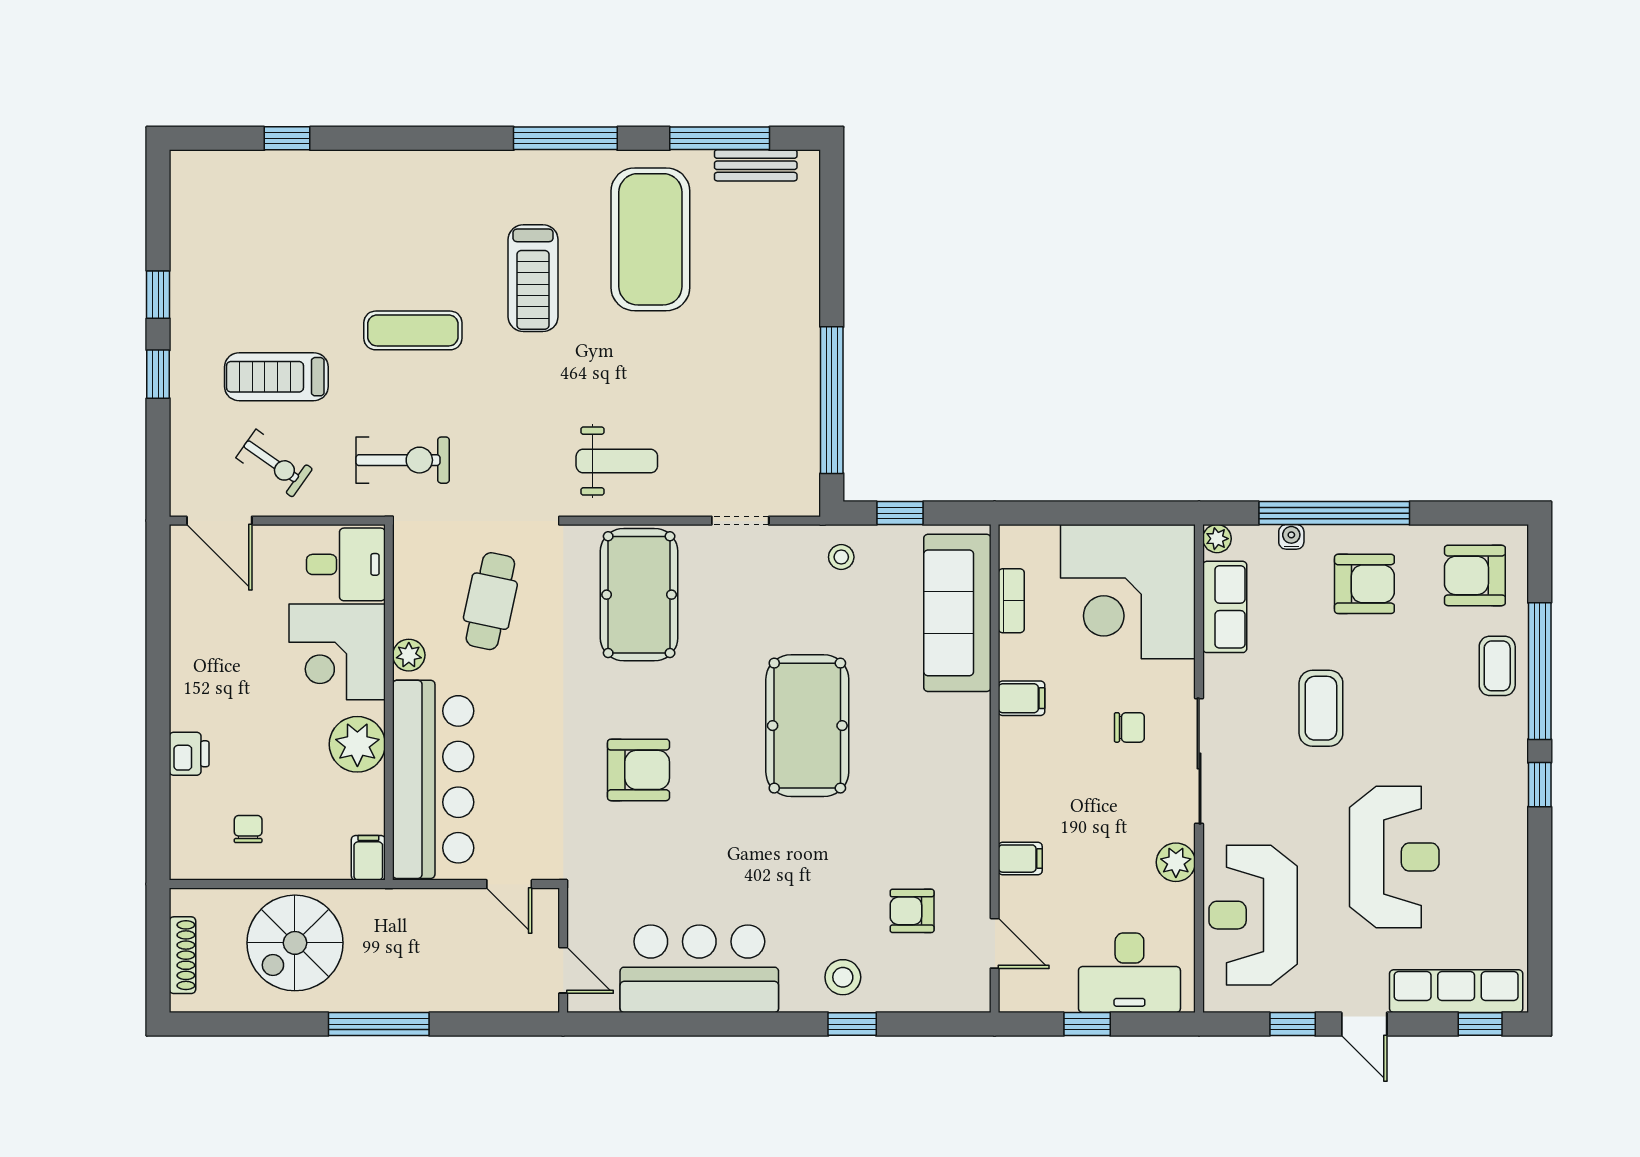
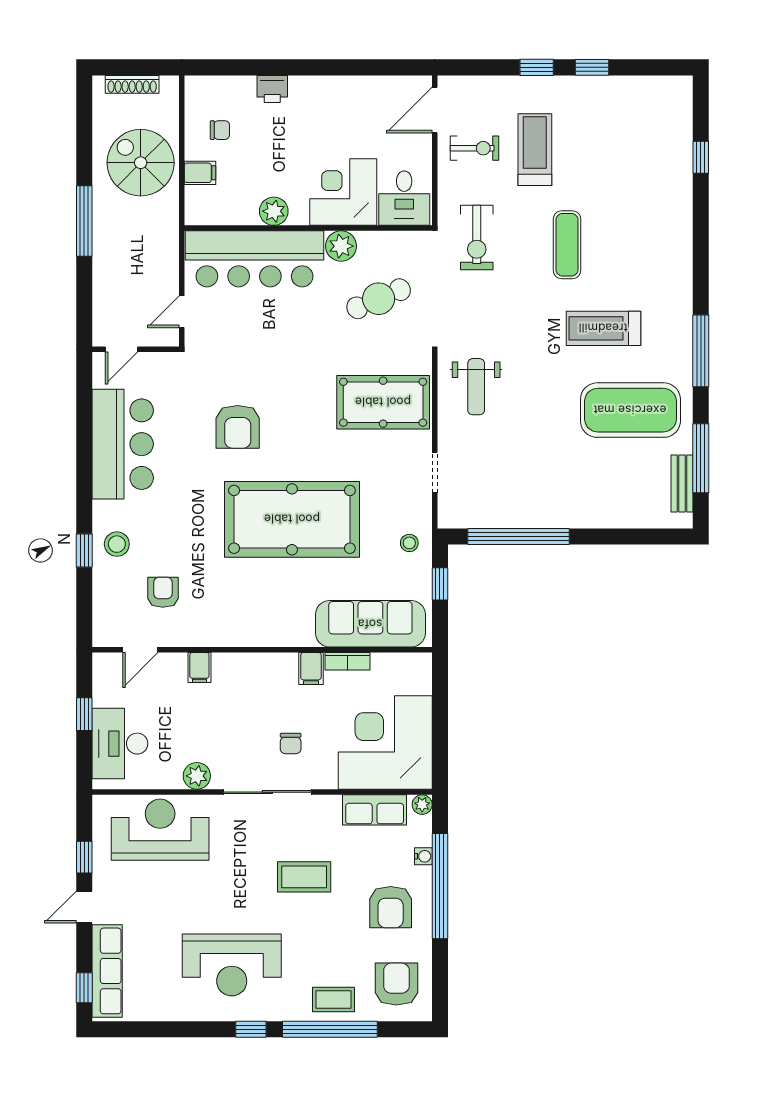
exercise bike: (274, 463) -> (475, 148), turned -125
cafe table: (490, 601) -> (379, 299), turned -35
bookcase: (1011, 601) -> (348, 661), moved
plant: (409, 655) -> (341, 246), width x1.38, depth x1.38
pool table: (807, 726) -> (292, 519), width x1.36, depth x1.32
plant: (357, 744) -> (274, 211), width x0.73, depth x0.73
armchair: (638, 770) -> (238, 427), moved
reception desk: (1394, 857) -> (232, 965), moved
filing cabinet: (368, 858) -> (200, 173), moved

